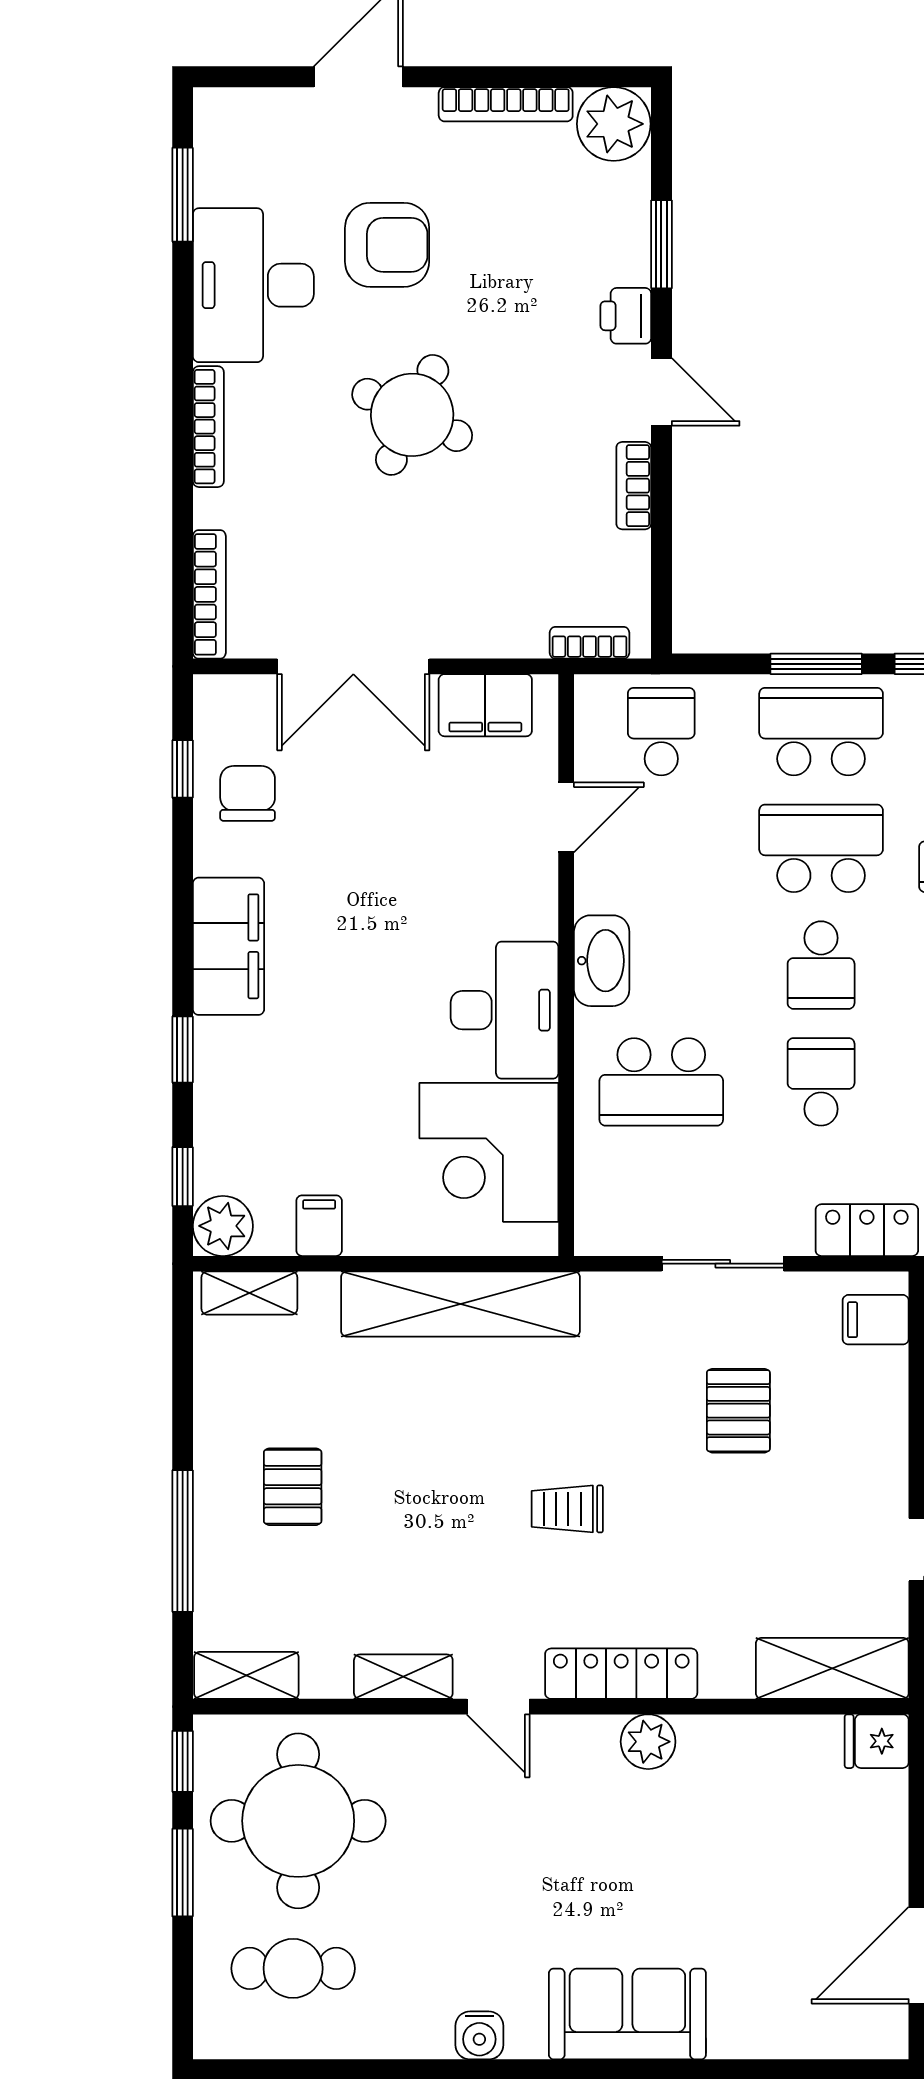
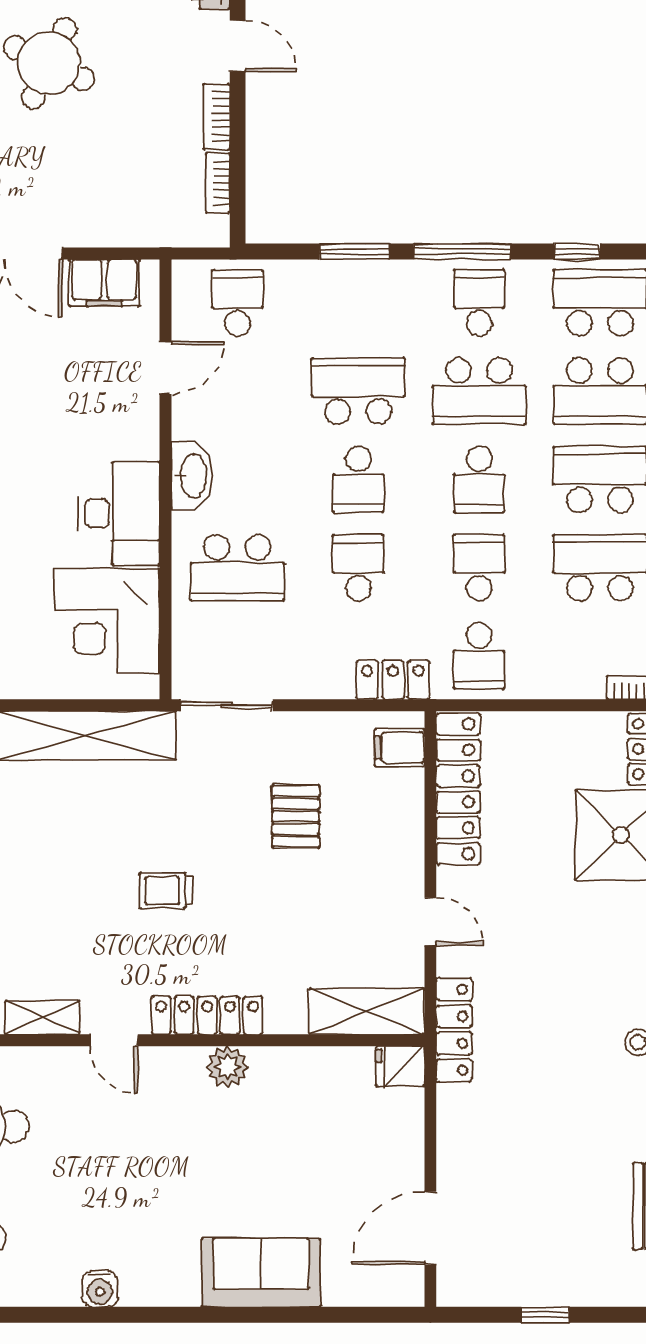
bookcase: (589, 643) -> (218, 183), moved, turned -90
school desk: (821, 732) -> (358, 303), removed
sliding door: (723, 1264) -> (227, 705), moved
sofa: (627, 2014) -> (261, 1273), moved

